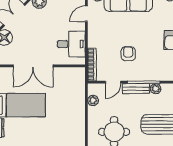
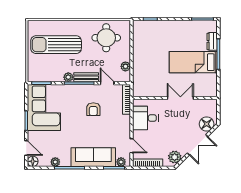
door: (86, 14) -> (131, 146), hinge flipped
double door: (33, 66) -> (180, 98), width x0.73
door: (113, 82) -> (107, 83), hinge flipped

